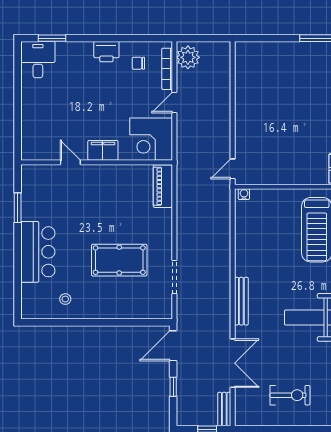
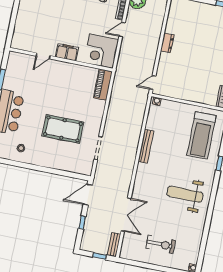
dresser: (242, 109) -> (167, 43), added
door: (70, 162) -> (43, 56), swing flipped
bench: (241, 301) -> (146, 146), moved

